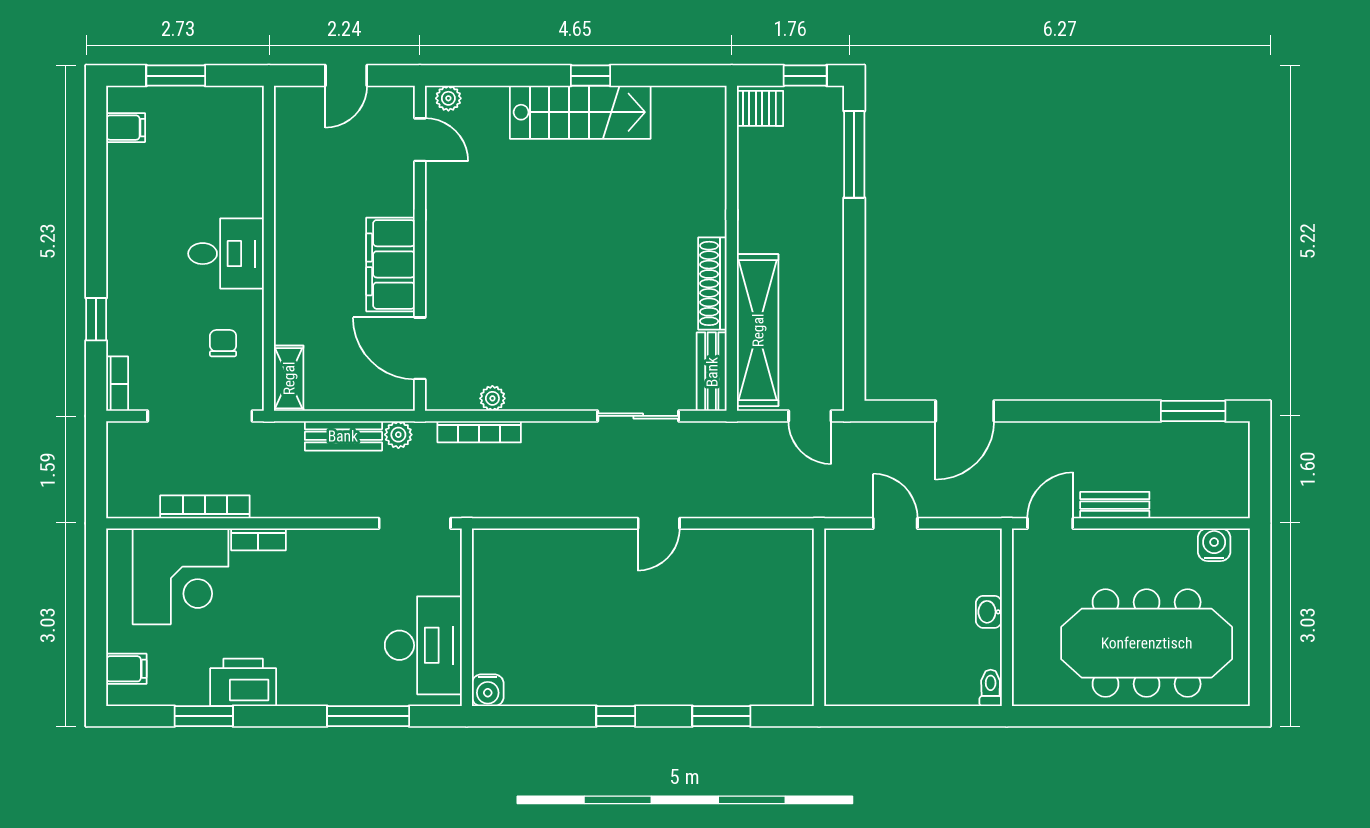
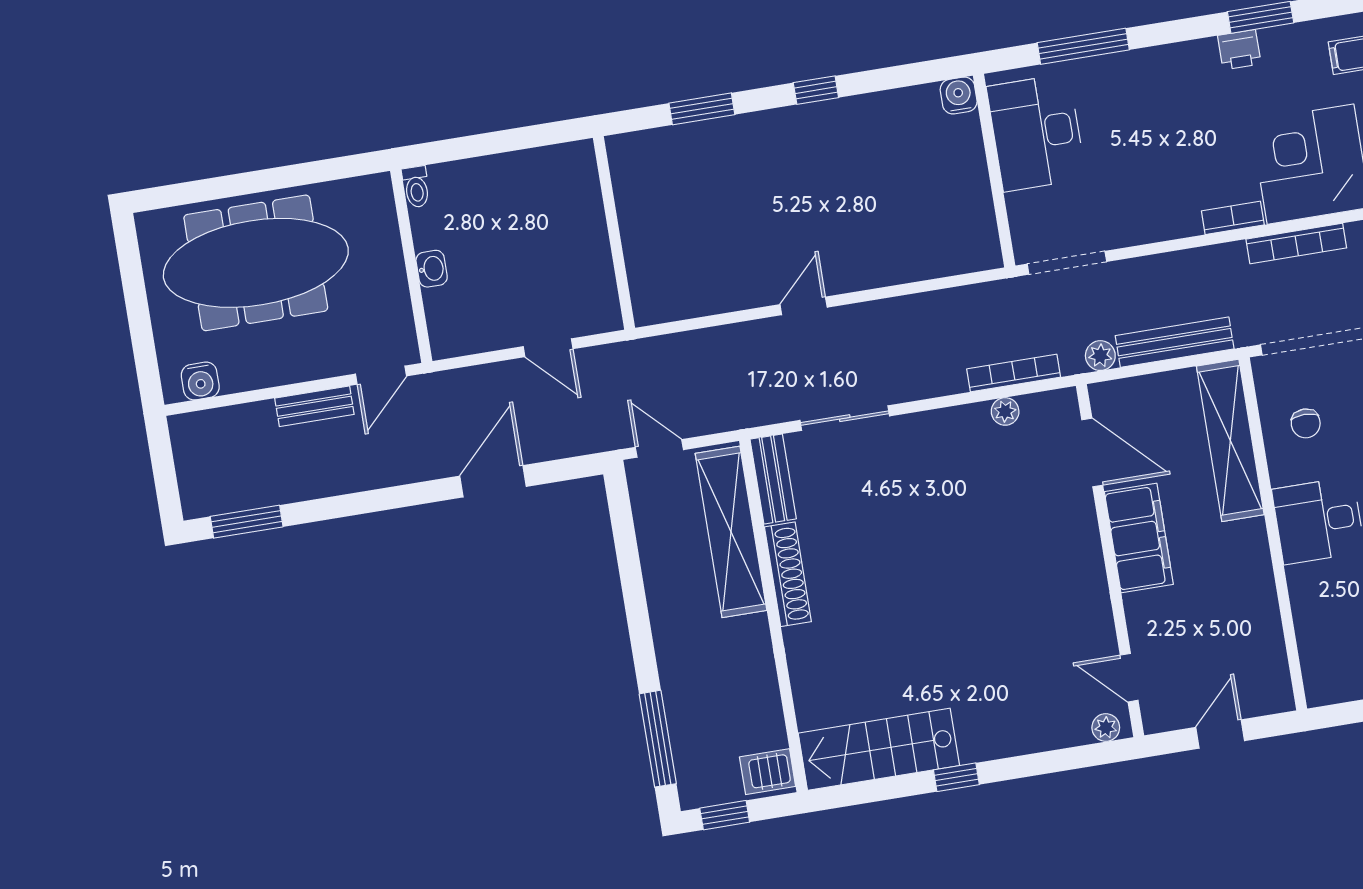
stairs: (580, 112) -> (879, 749), moved
shelving: (289, 378) -> (1230, 440), width x2.20, depth x1.33
bench: (343, 436) -> (1175, 342), width x1.36
printer: (243, 682) -> (1239, 50), width x0.53, depth x0.68

